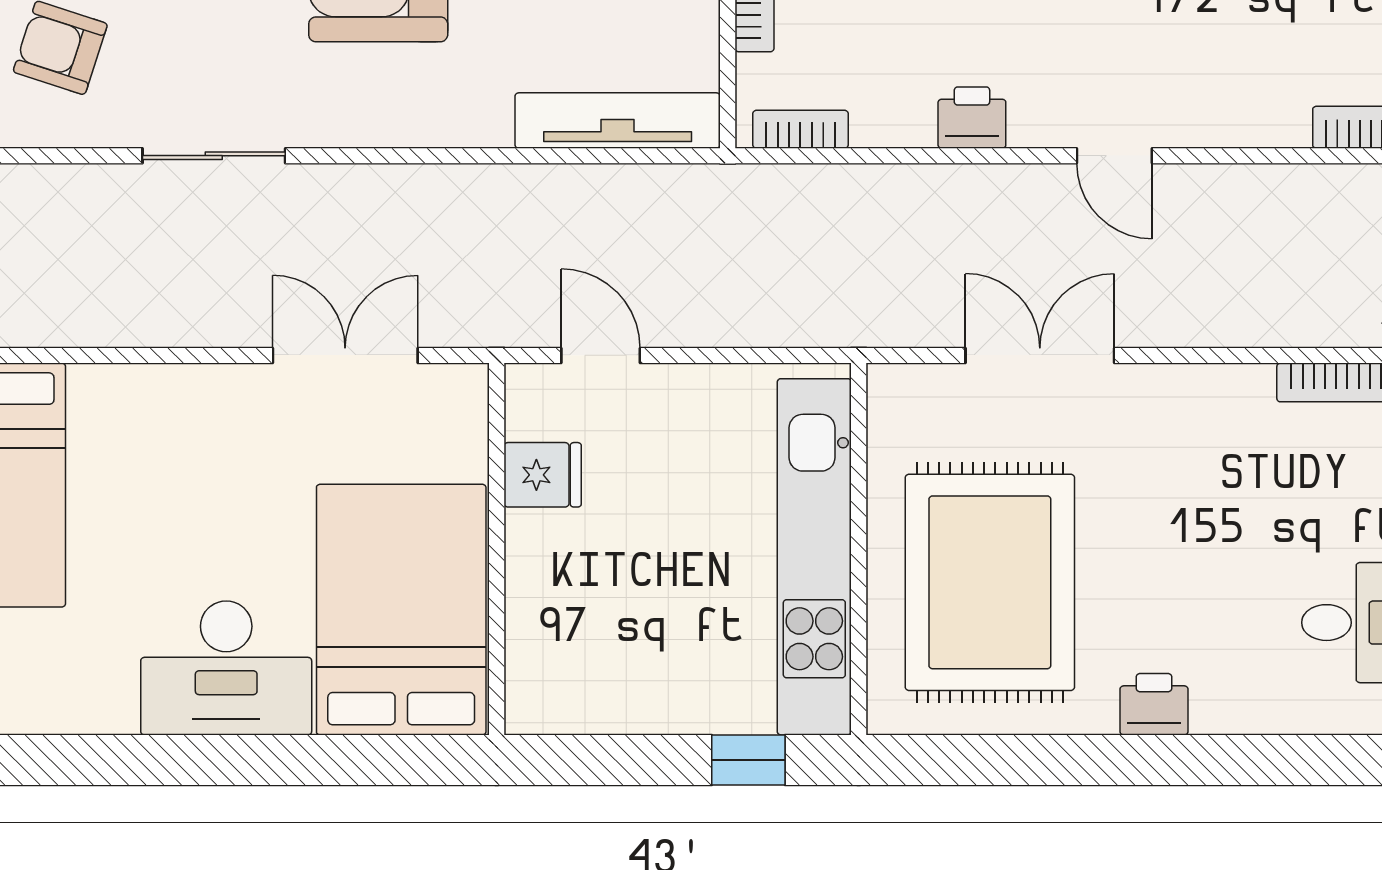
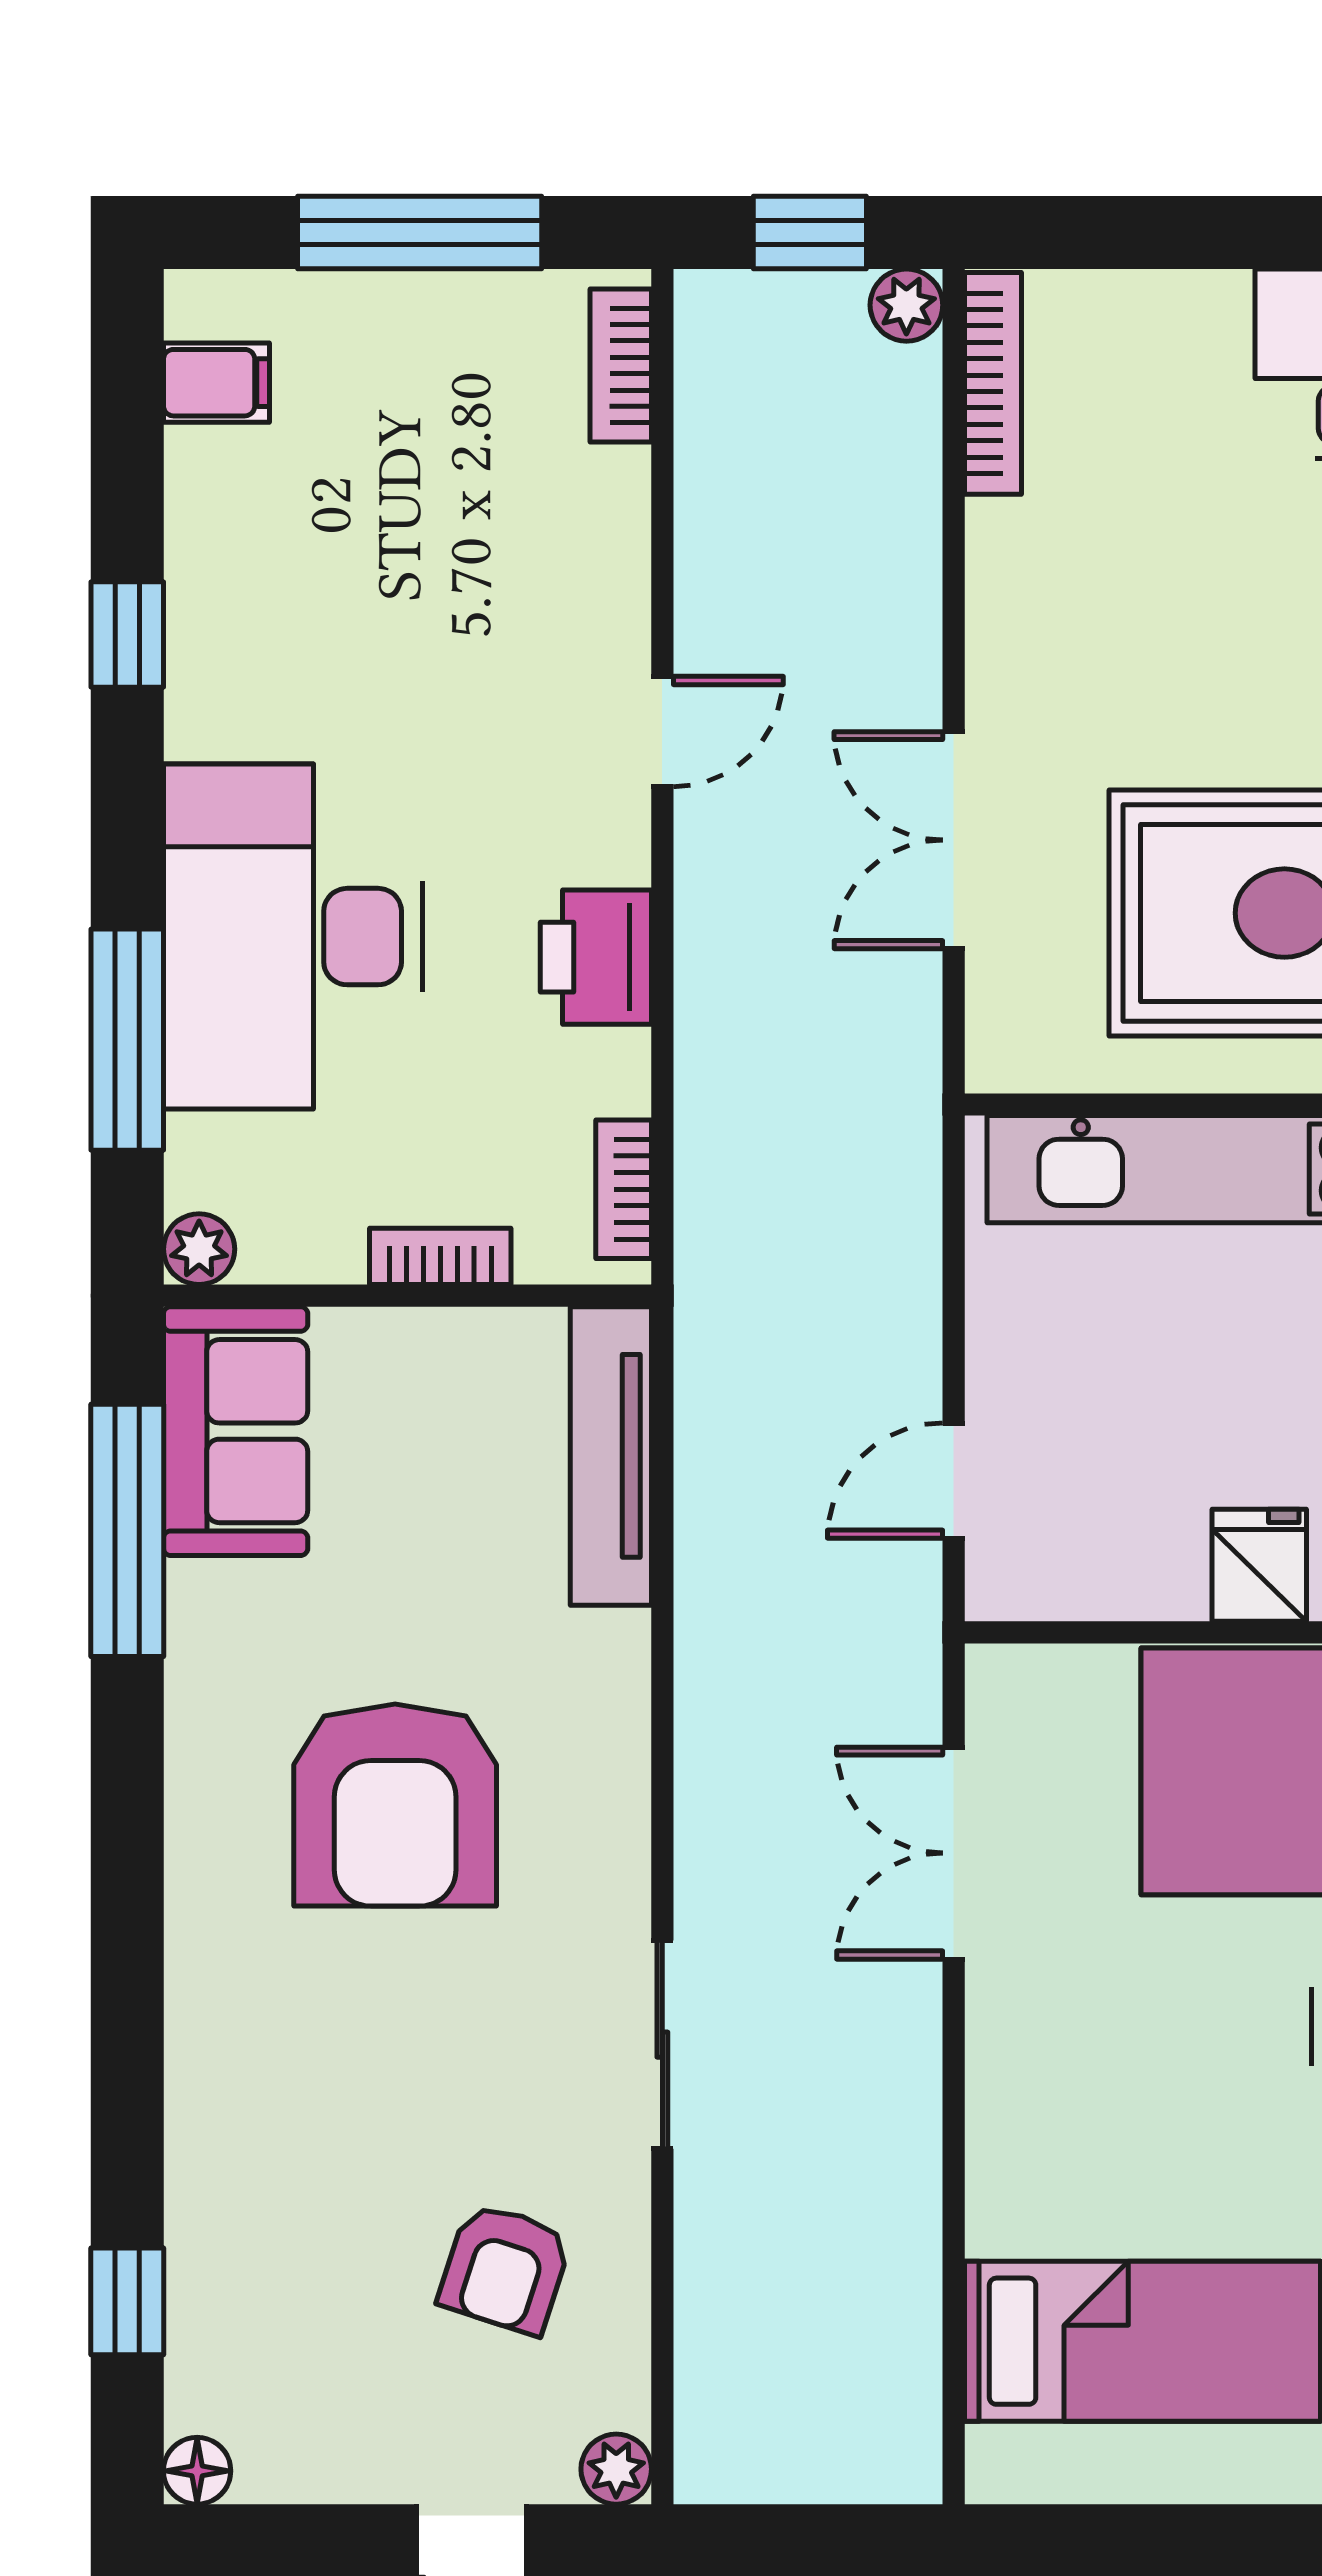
printer: (972, 118) -> (596, 957), width x1.36, depth x1.24
fridge: (543, 475) -> (1259, 1565), moved

